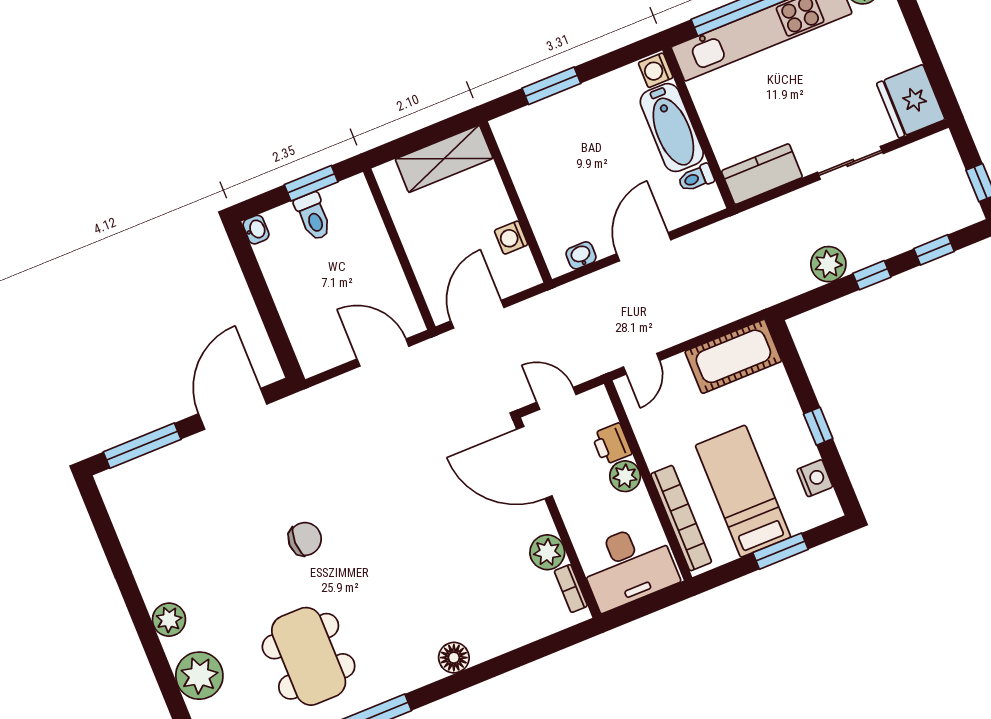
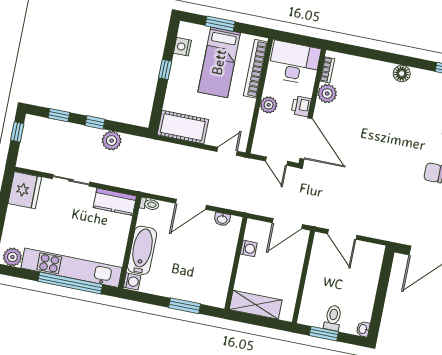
toilet: (696, 178) -> (149, 204), moved
printer: (612, 444) -> (301, 106), moved, turned 180

